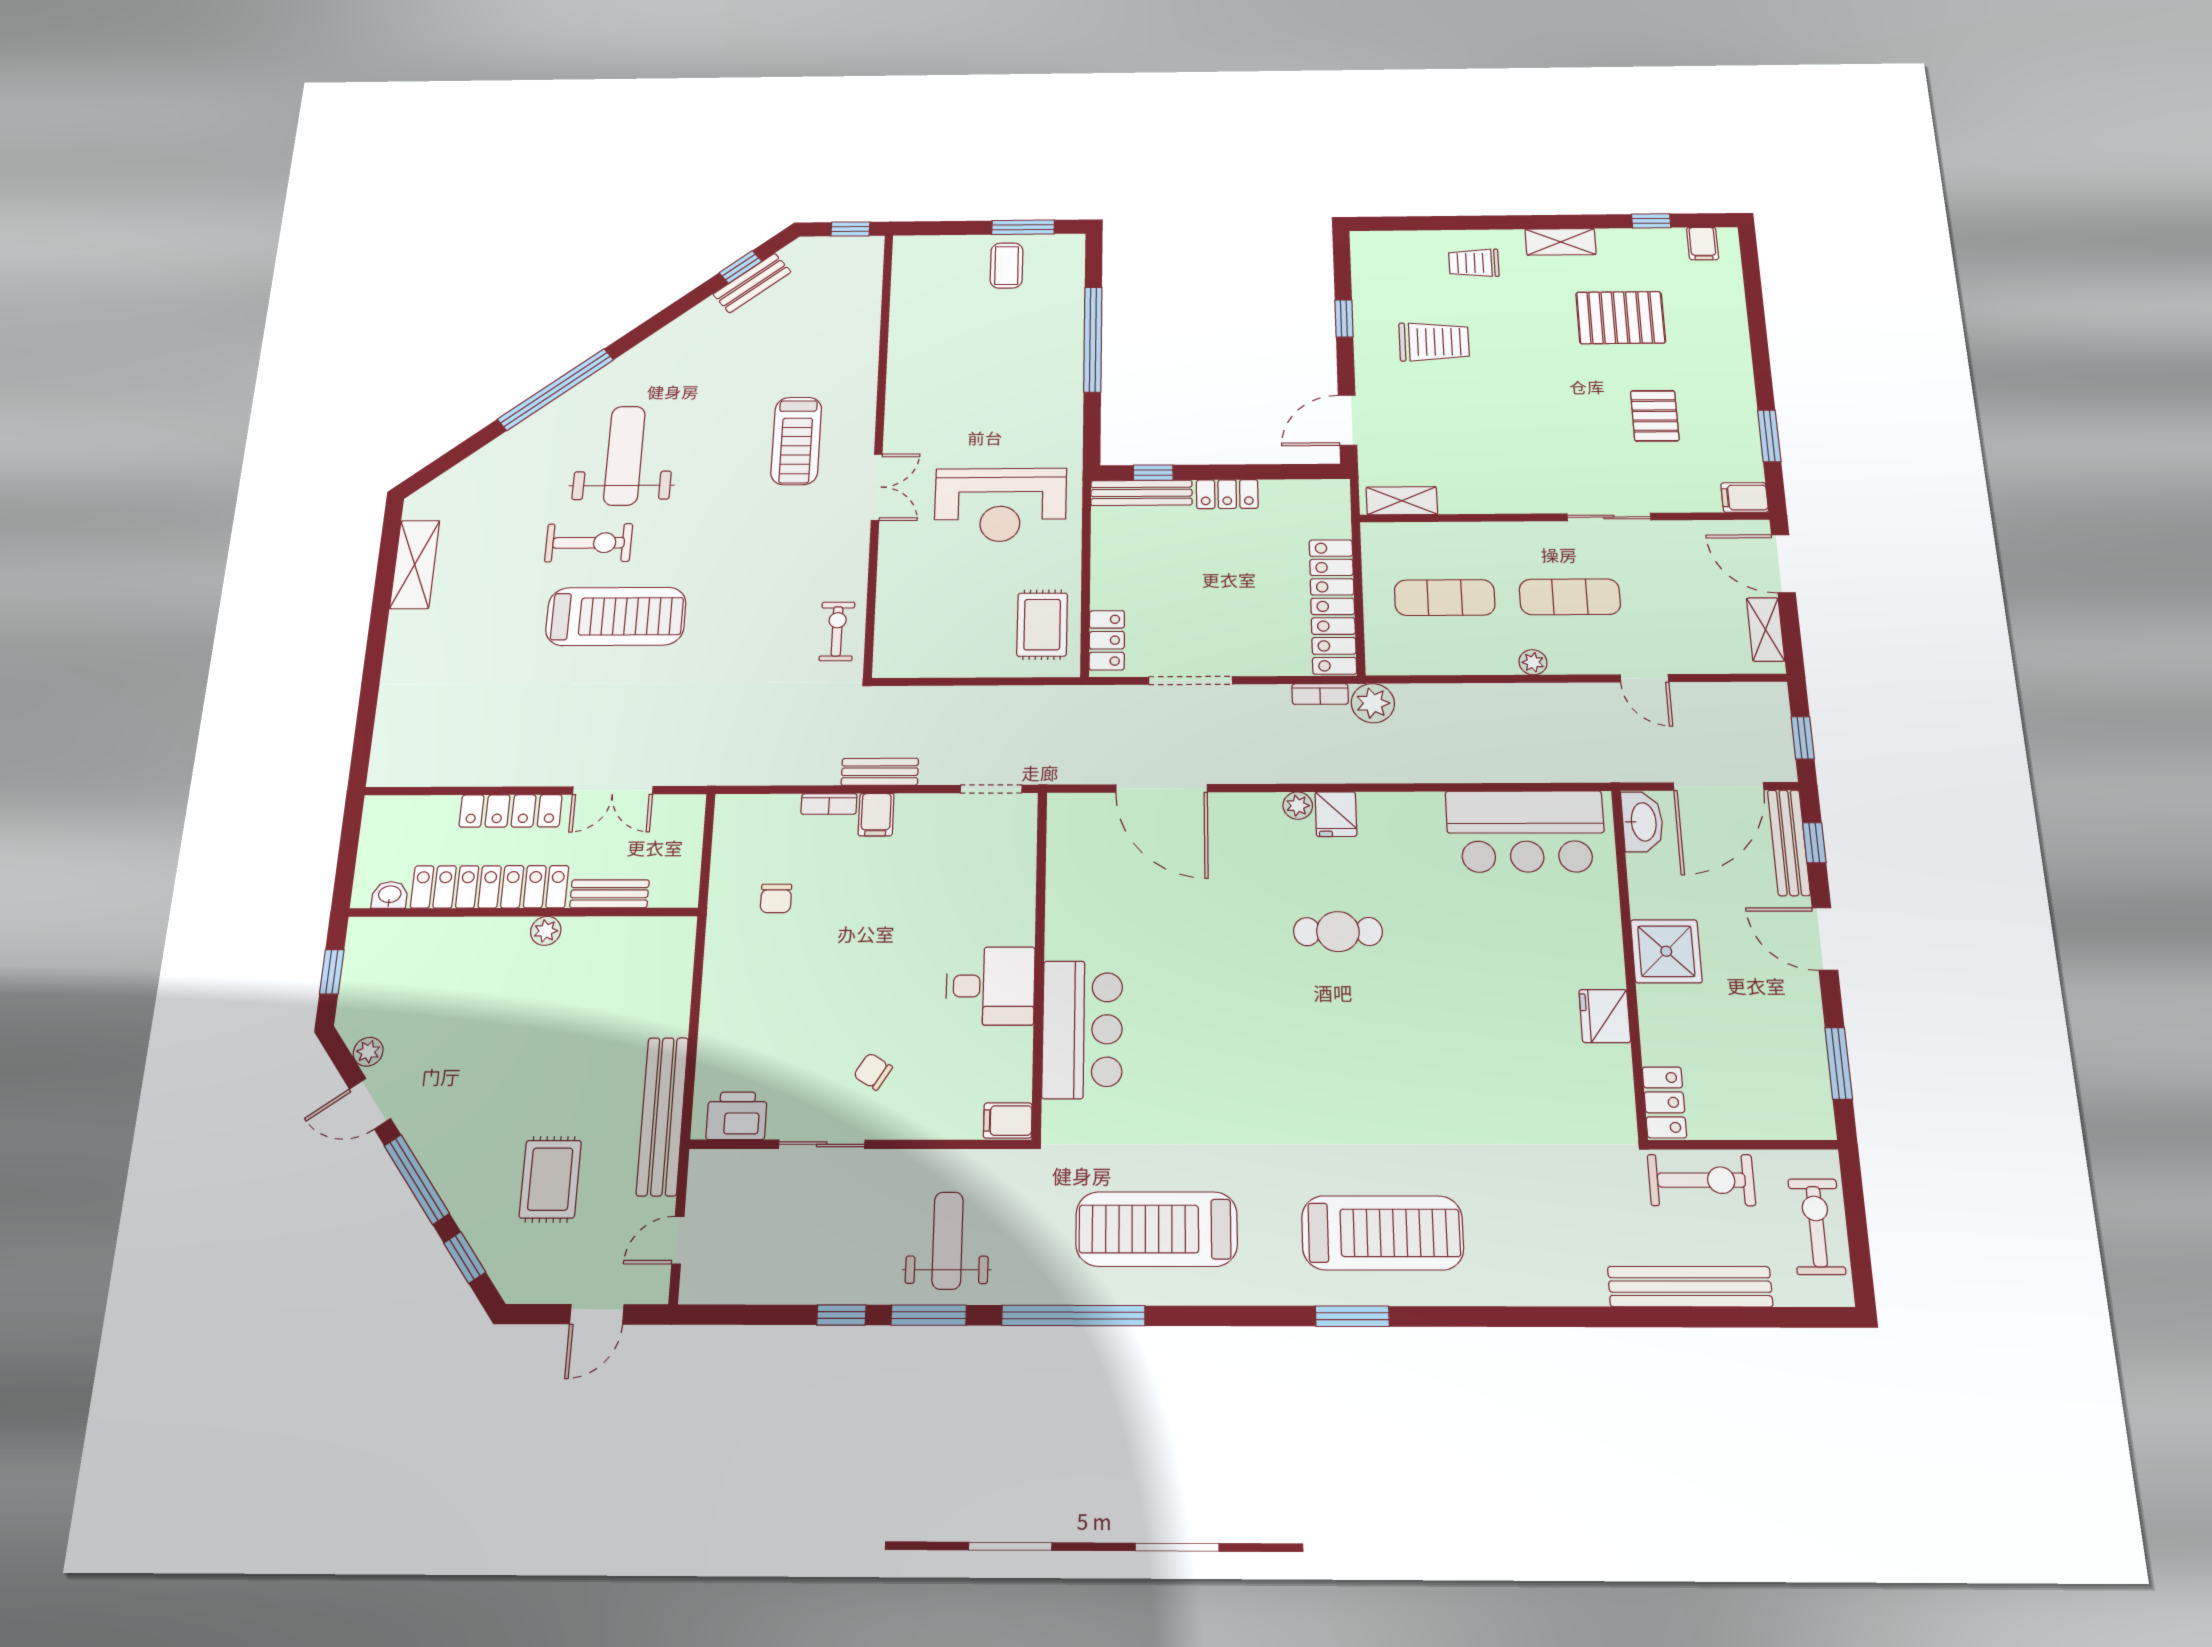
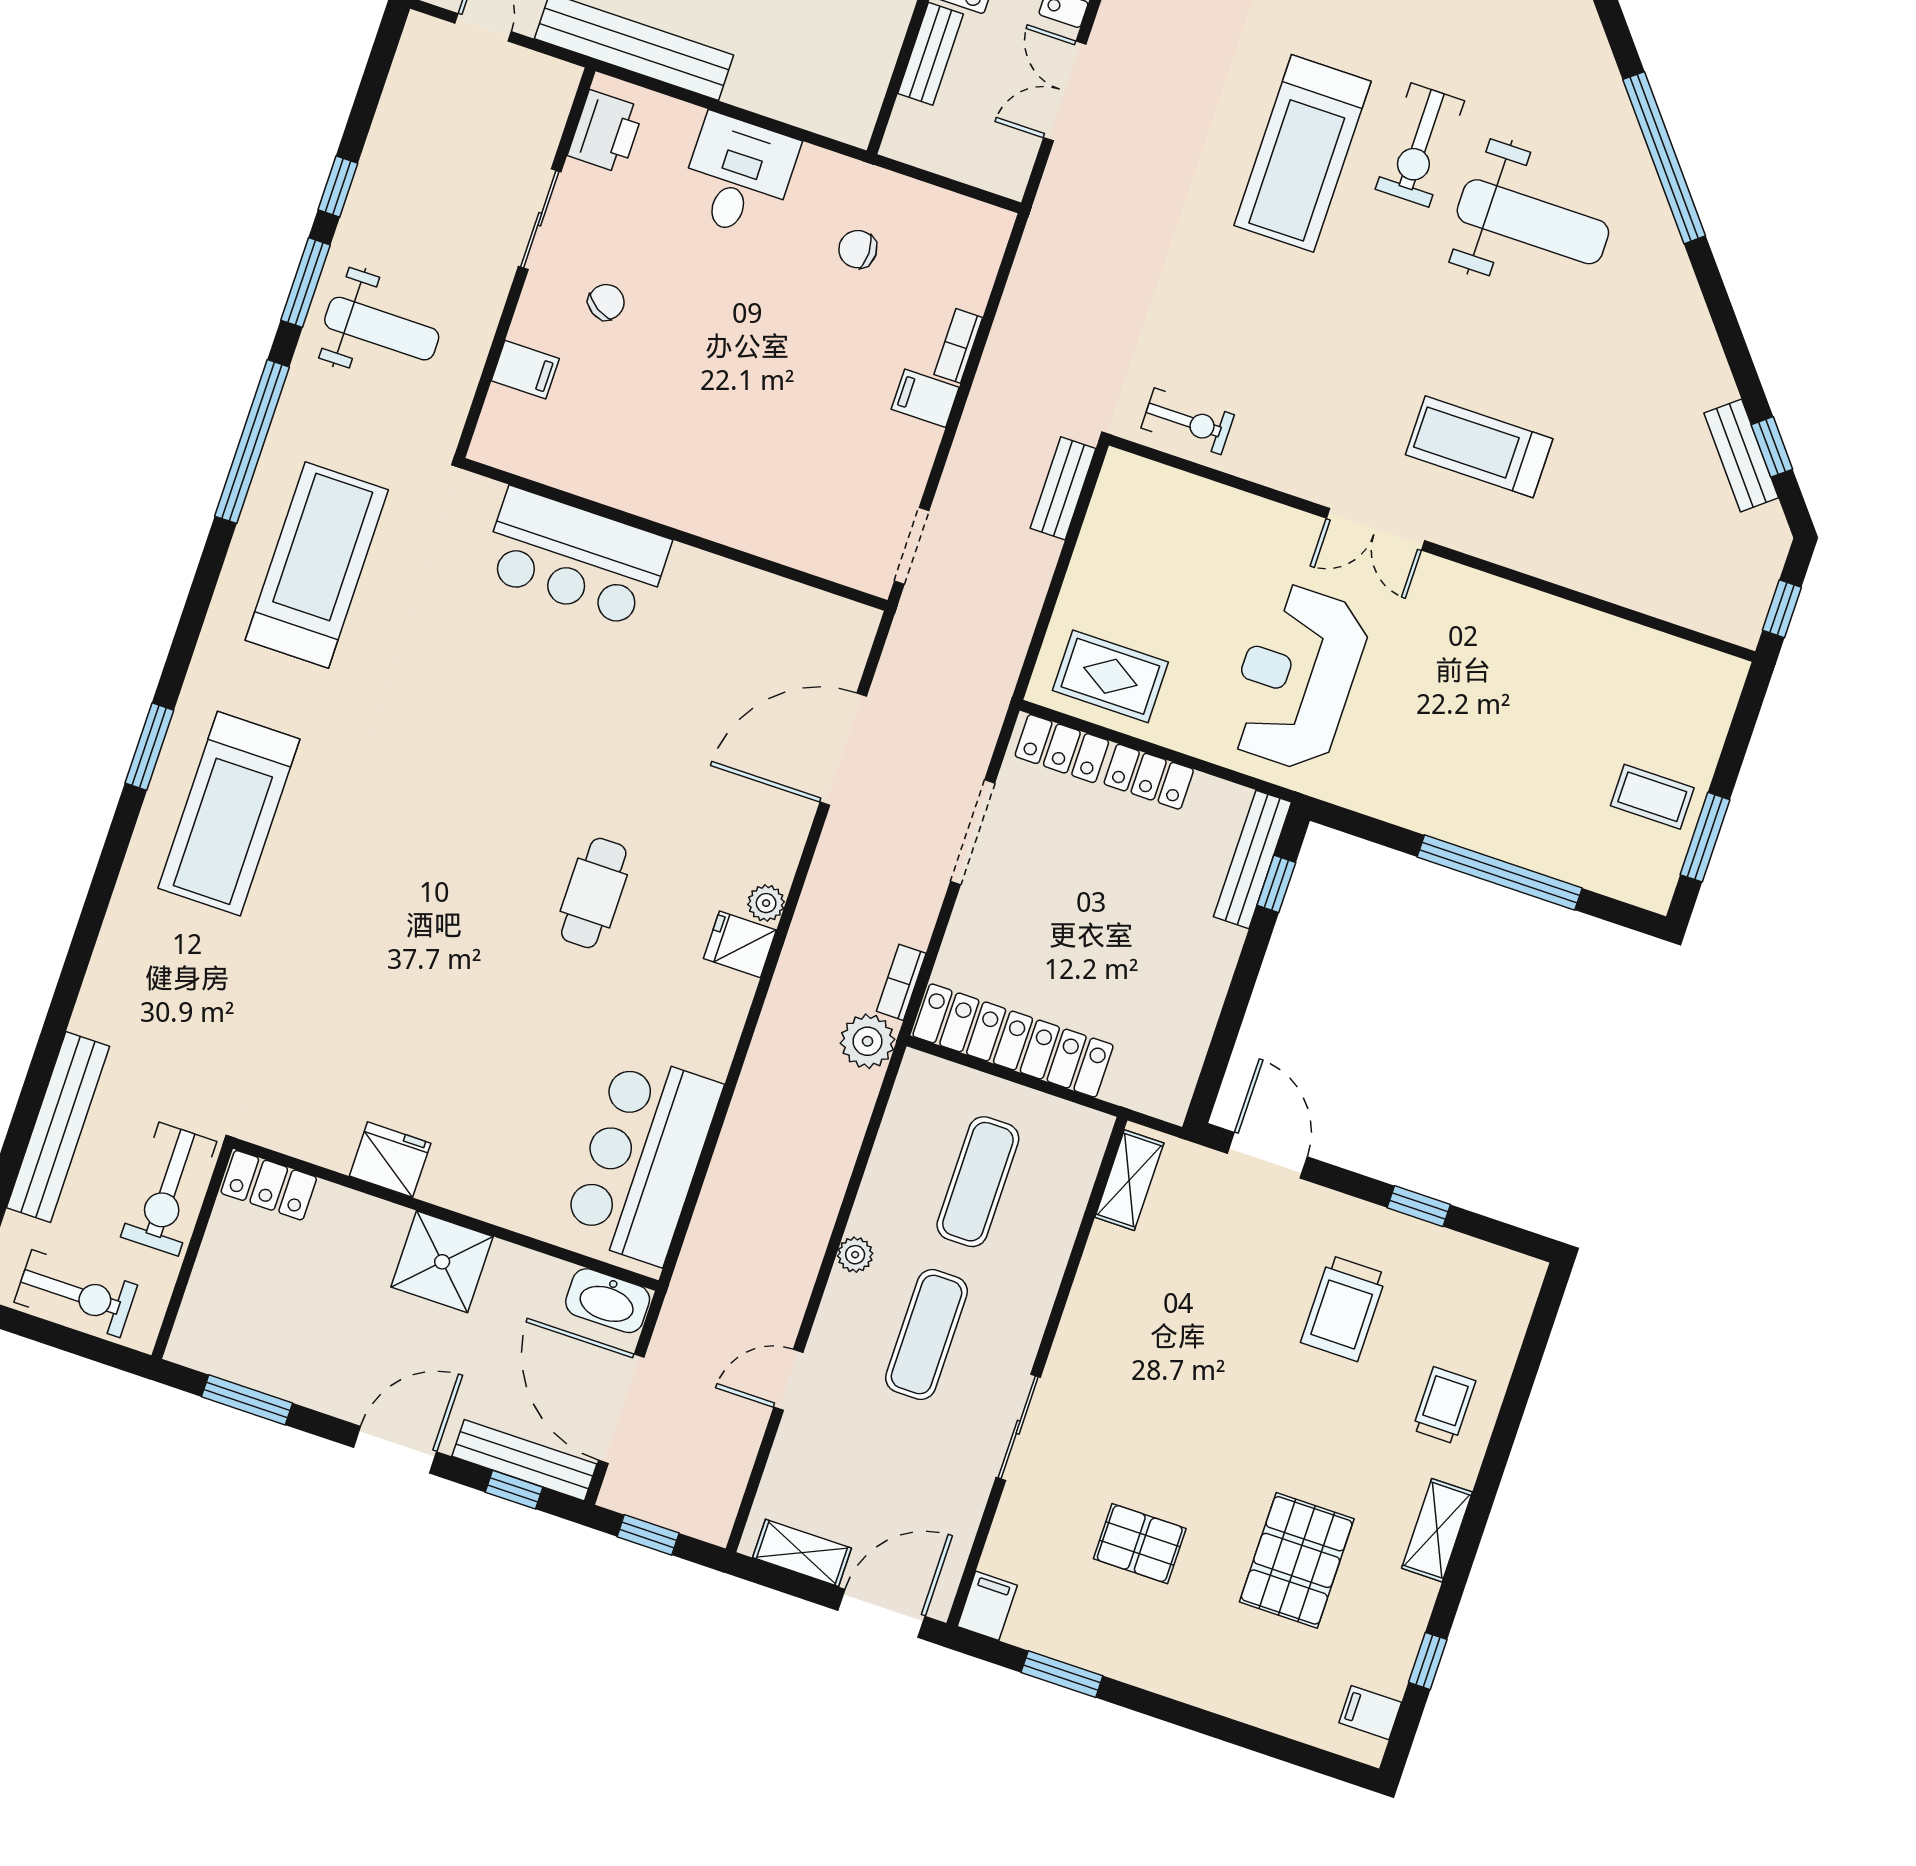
locker: (1227, 494) -> (1149, 777), moved, turned -90
bench: (880, 772) -> (1063, 488), moved
desk: (990, 986) -> (738, 176), moved, turned 180
filing cabinet: (1008, 1121) -> (525, 370), moved, turned 90

